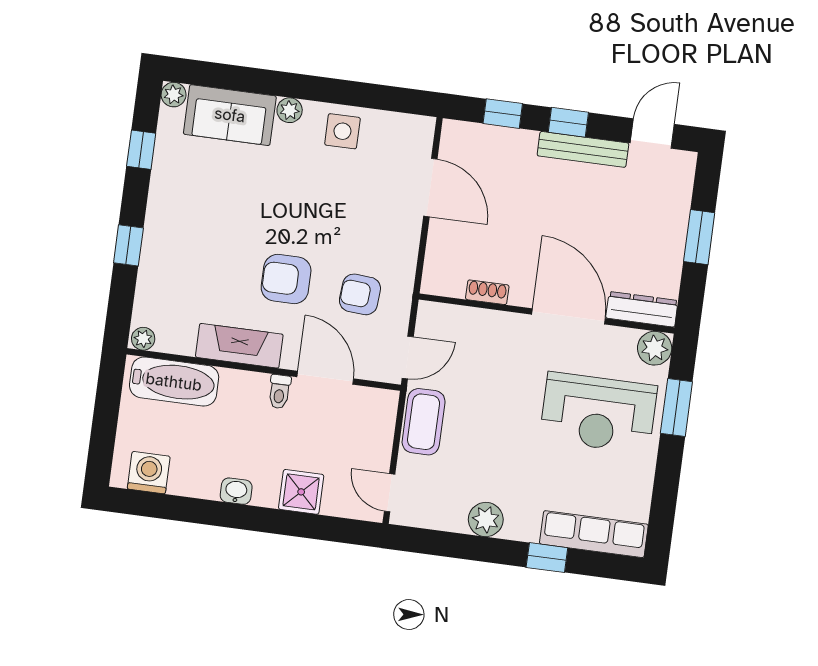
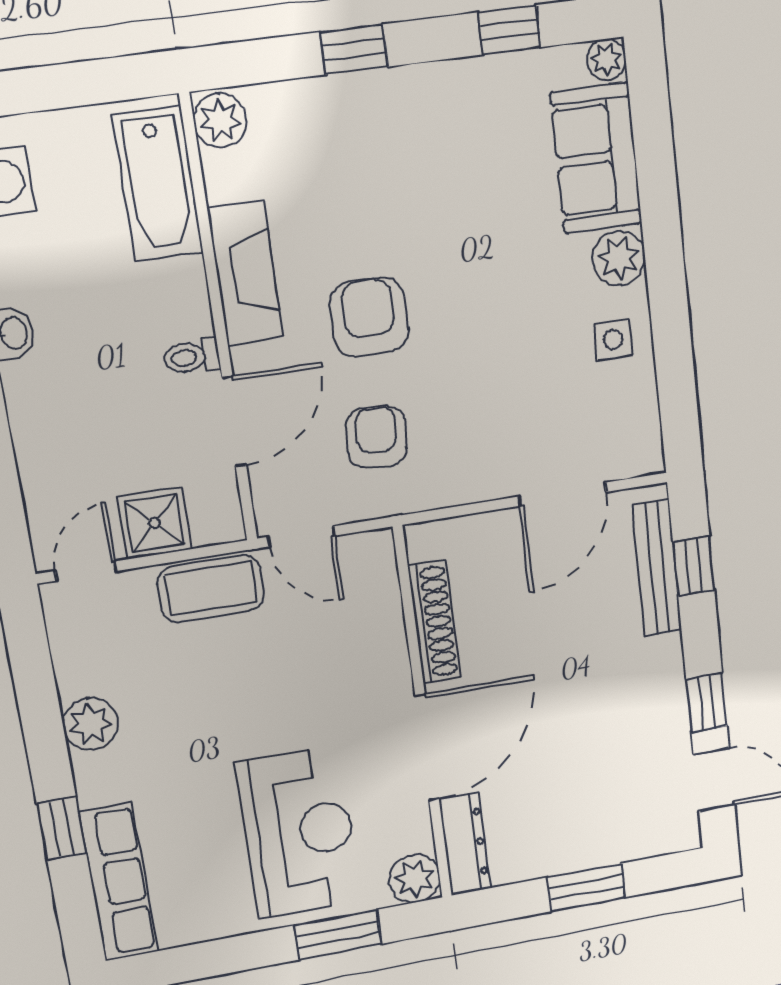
plant: (290, 110) -> (619, 258), width x1.38, depth x1.38
window: (568, 122) -> (707, 703), moved
side table: (342, 131) -> (613, 340), width x0.73, depth x0.73
bench: (583, 149) -> (657, 568), moved
shoe rack: (487, 292) -> (434, 622), width x1.94, depth x1.24
plant: (143, 339) -> (220, 121), width x1.38, depth x1.38
reception desk: (598, 413) -> (299, 832), turned 180
shower: (301, 492) -> (155, 523), moved

